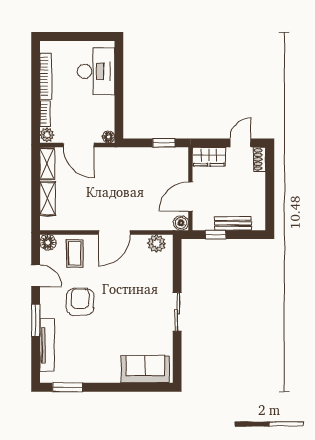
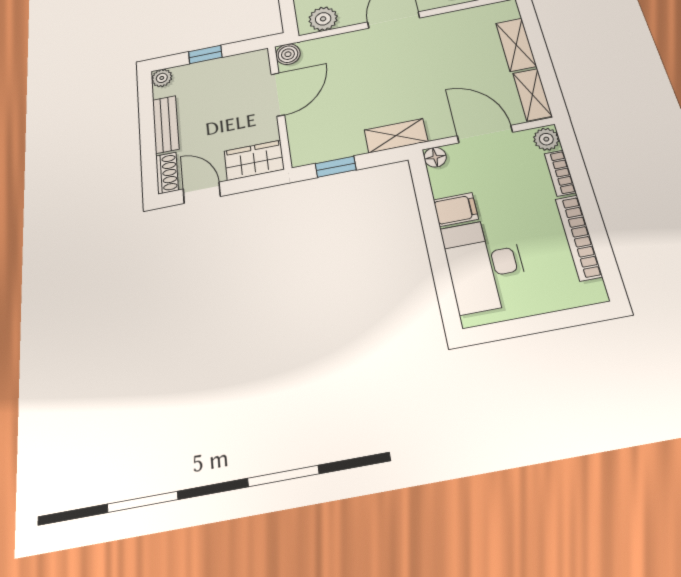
filing cabinet: (104, 104) -> (456, 210), added
door: (240, 143) -> (202, 193), swing flipped
shelving: (127, 155) -> (396, 136), added
bench: (233, 223) -> (166, 124), moved, turned 90
plant: (259, 224) -> (162, 78), added
window: (216, 235) -> (205, 54), moved

